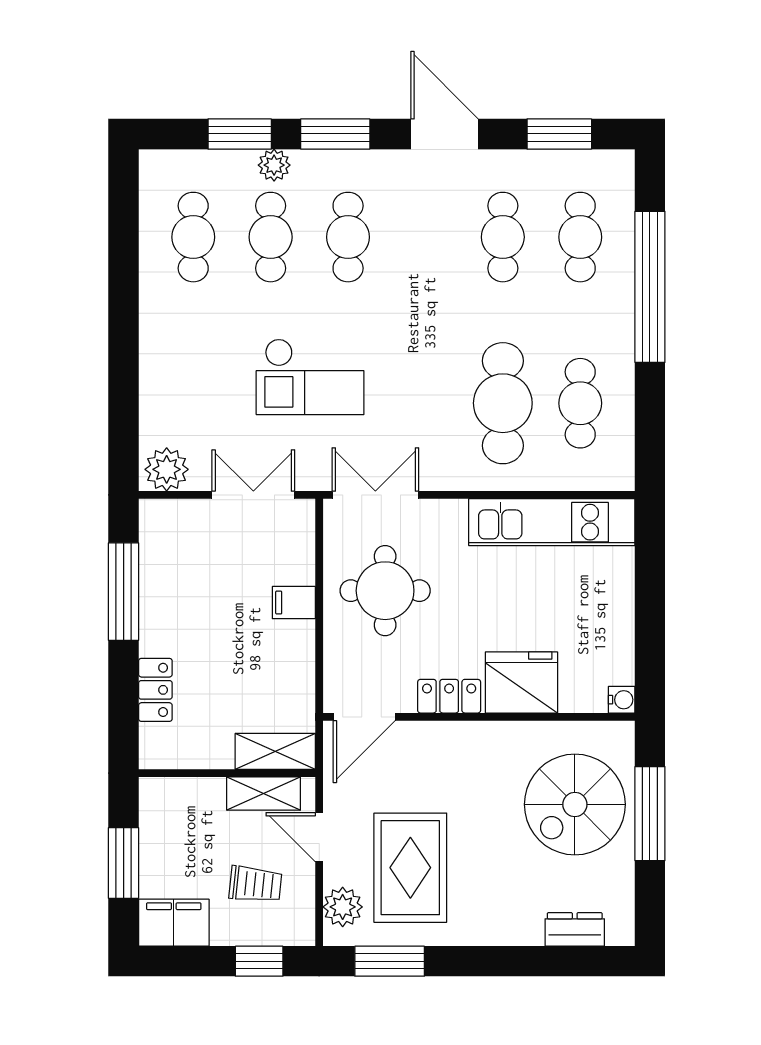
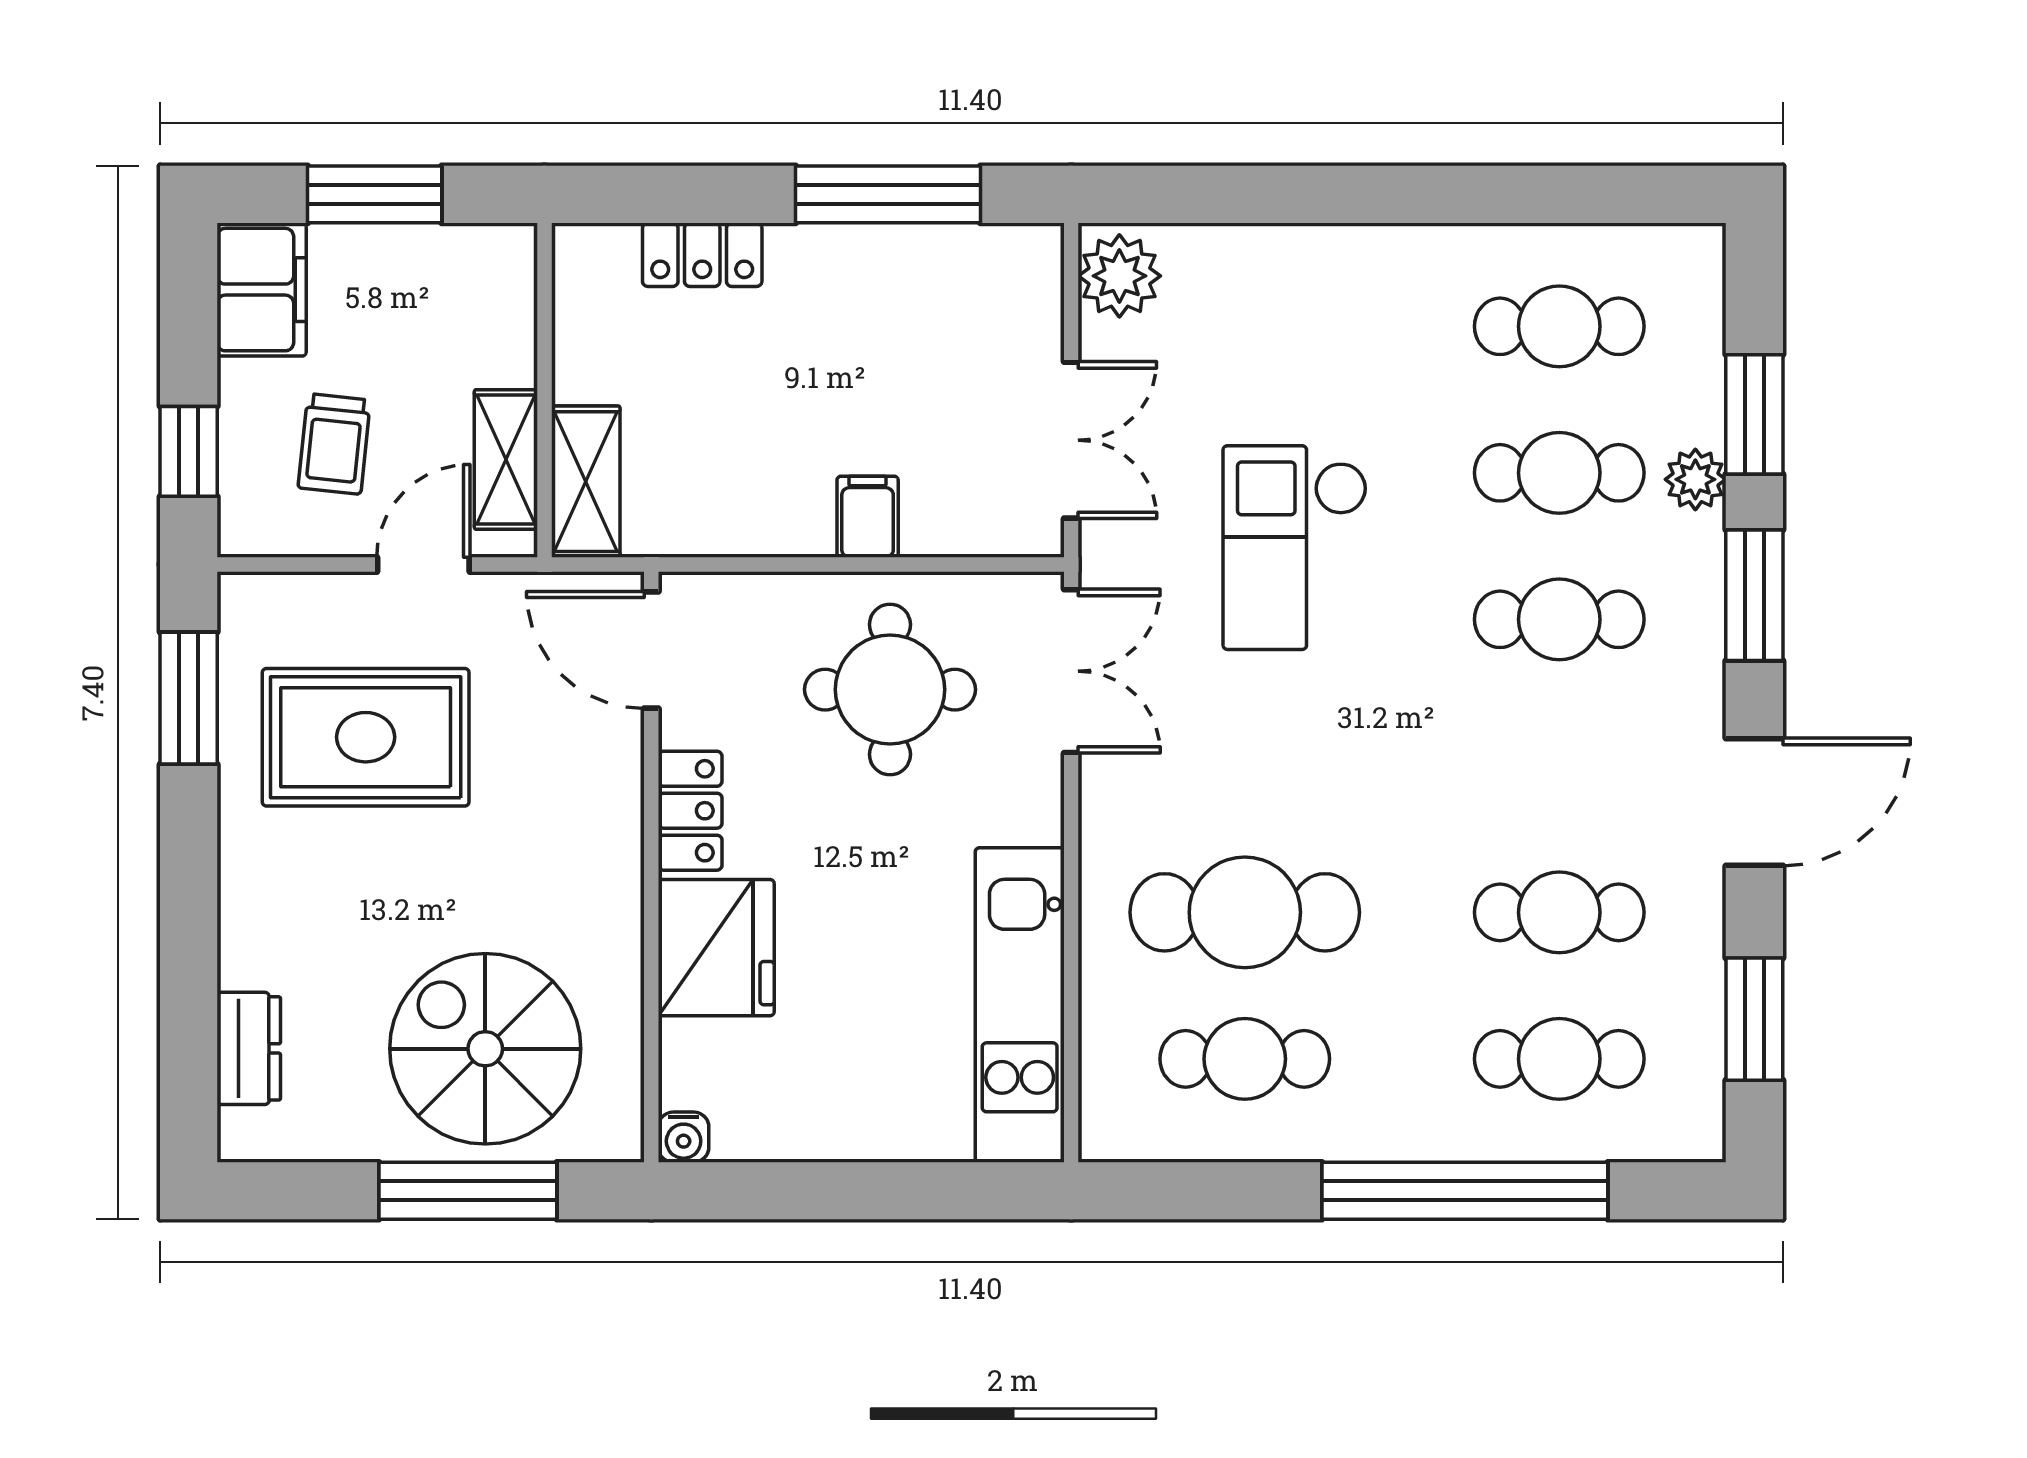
plant: (343, 907) -> (291, 609), removed

